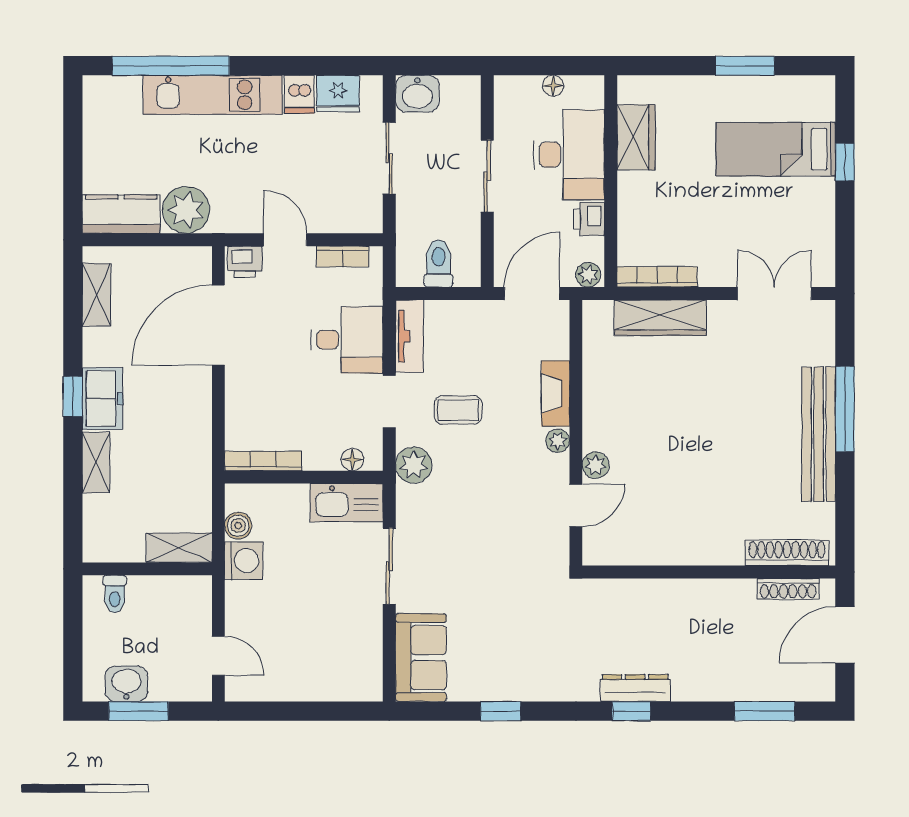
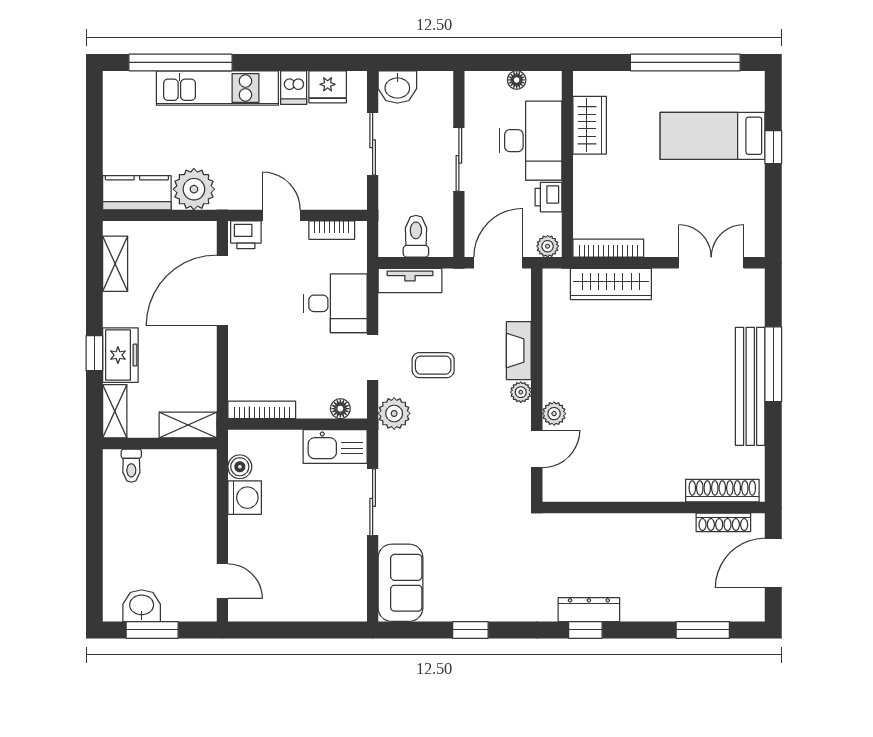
window: (745, 66) -> (685, 62), width x2.11
tv unit: (409, 336) -> (410, 280), moved, turned 90
shelving: (179, 548) -> (188, 425), moved
wall: (147, 569) -> (160, 444), moved
toilet: (115, 594) -> (131, 466), moved

